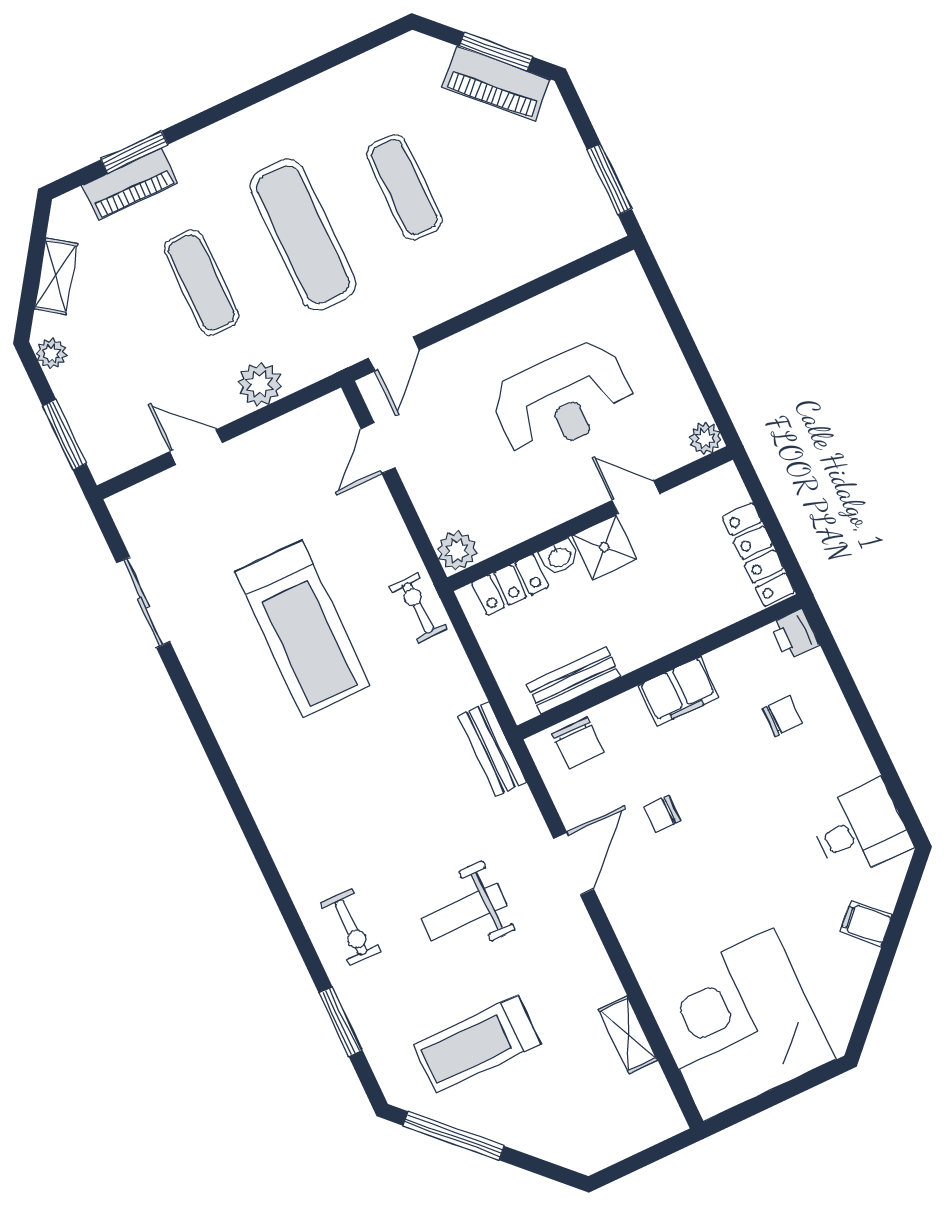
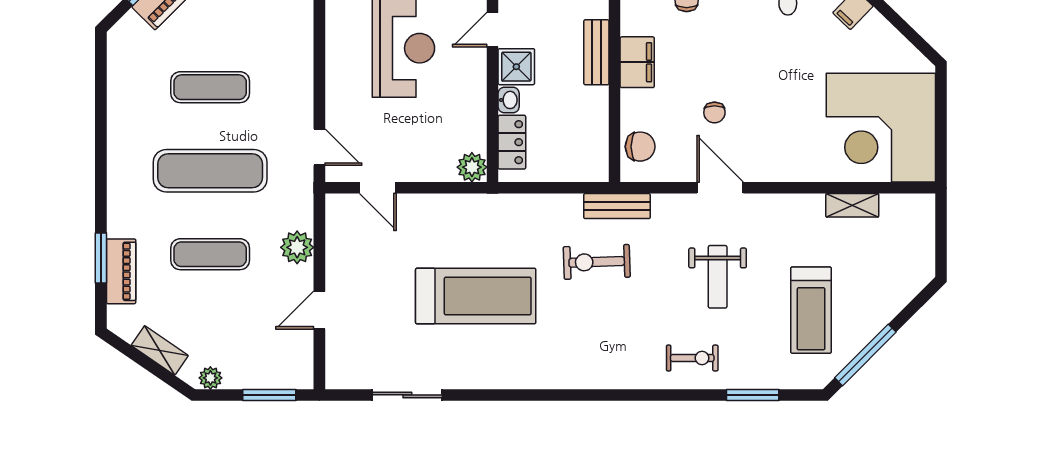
exercise bike: (418, 608) -> (597, 262), moved, width x1.38, depth x1.39
bench: (573, 680) -> (596, 52), moved

